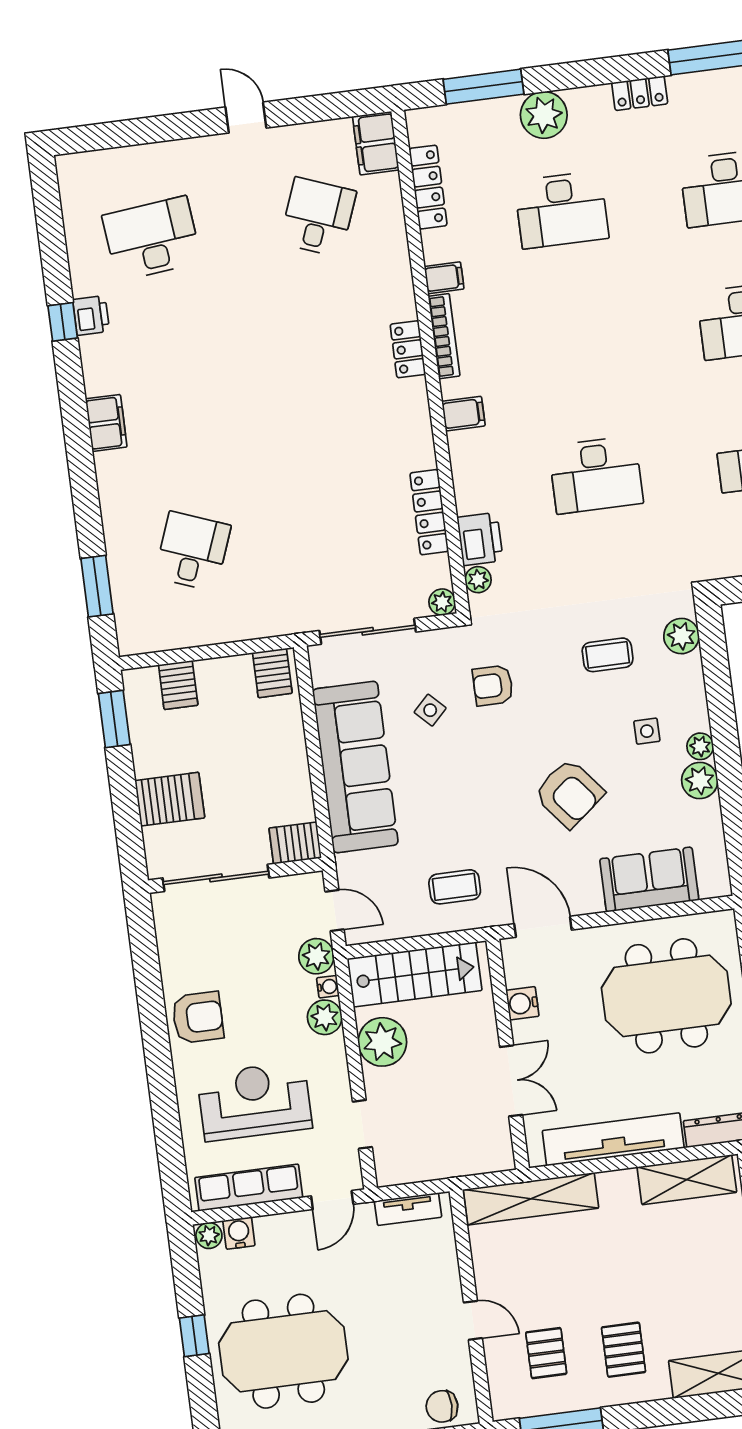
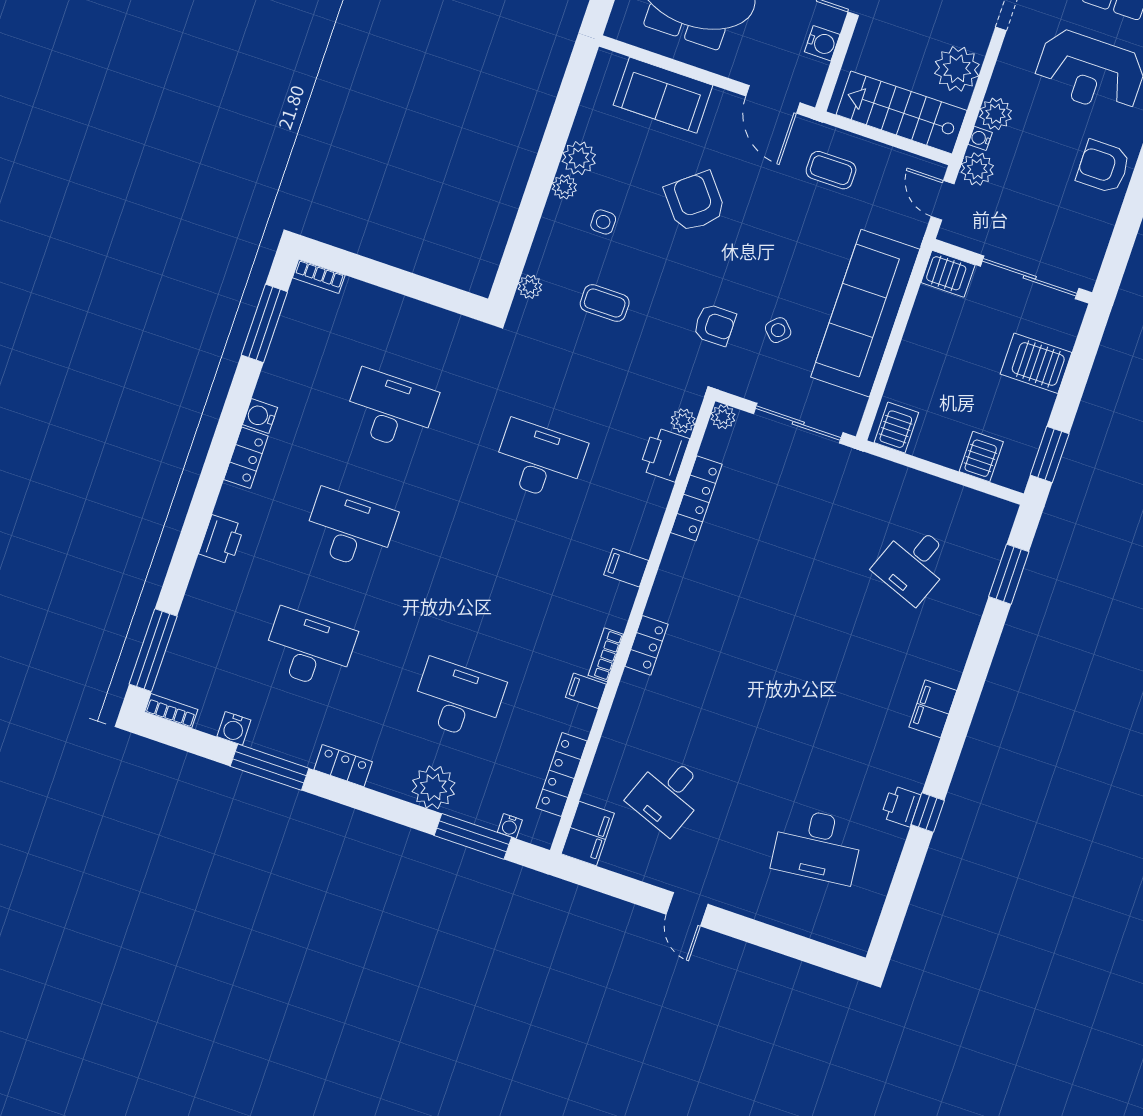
water cooler: (453, 114) -> (510, 826), added
bookcase: (444, 336) -> (606, 655), width x0.64
plant: (681, 636) -> (530, 287), width x0.73, depth x0.73

